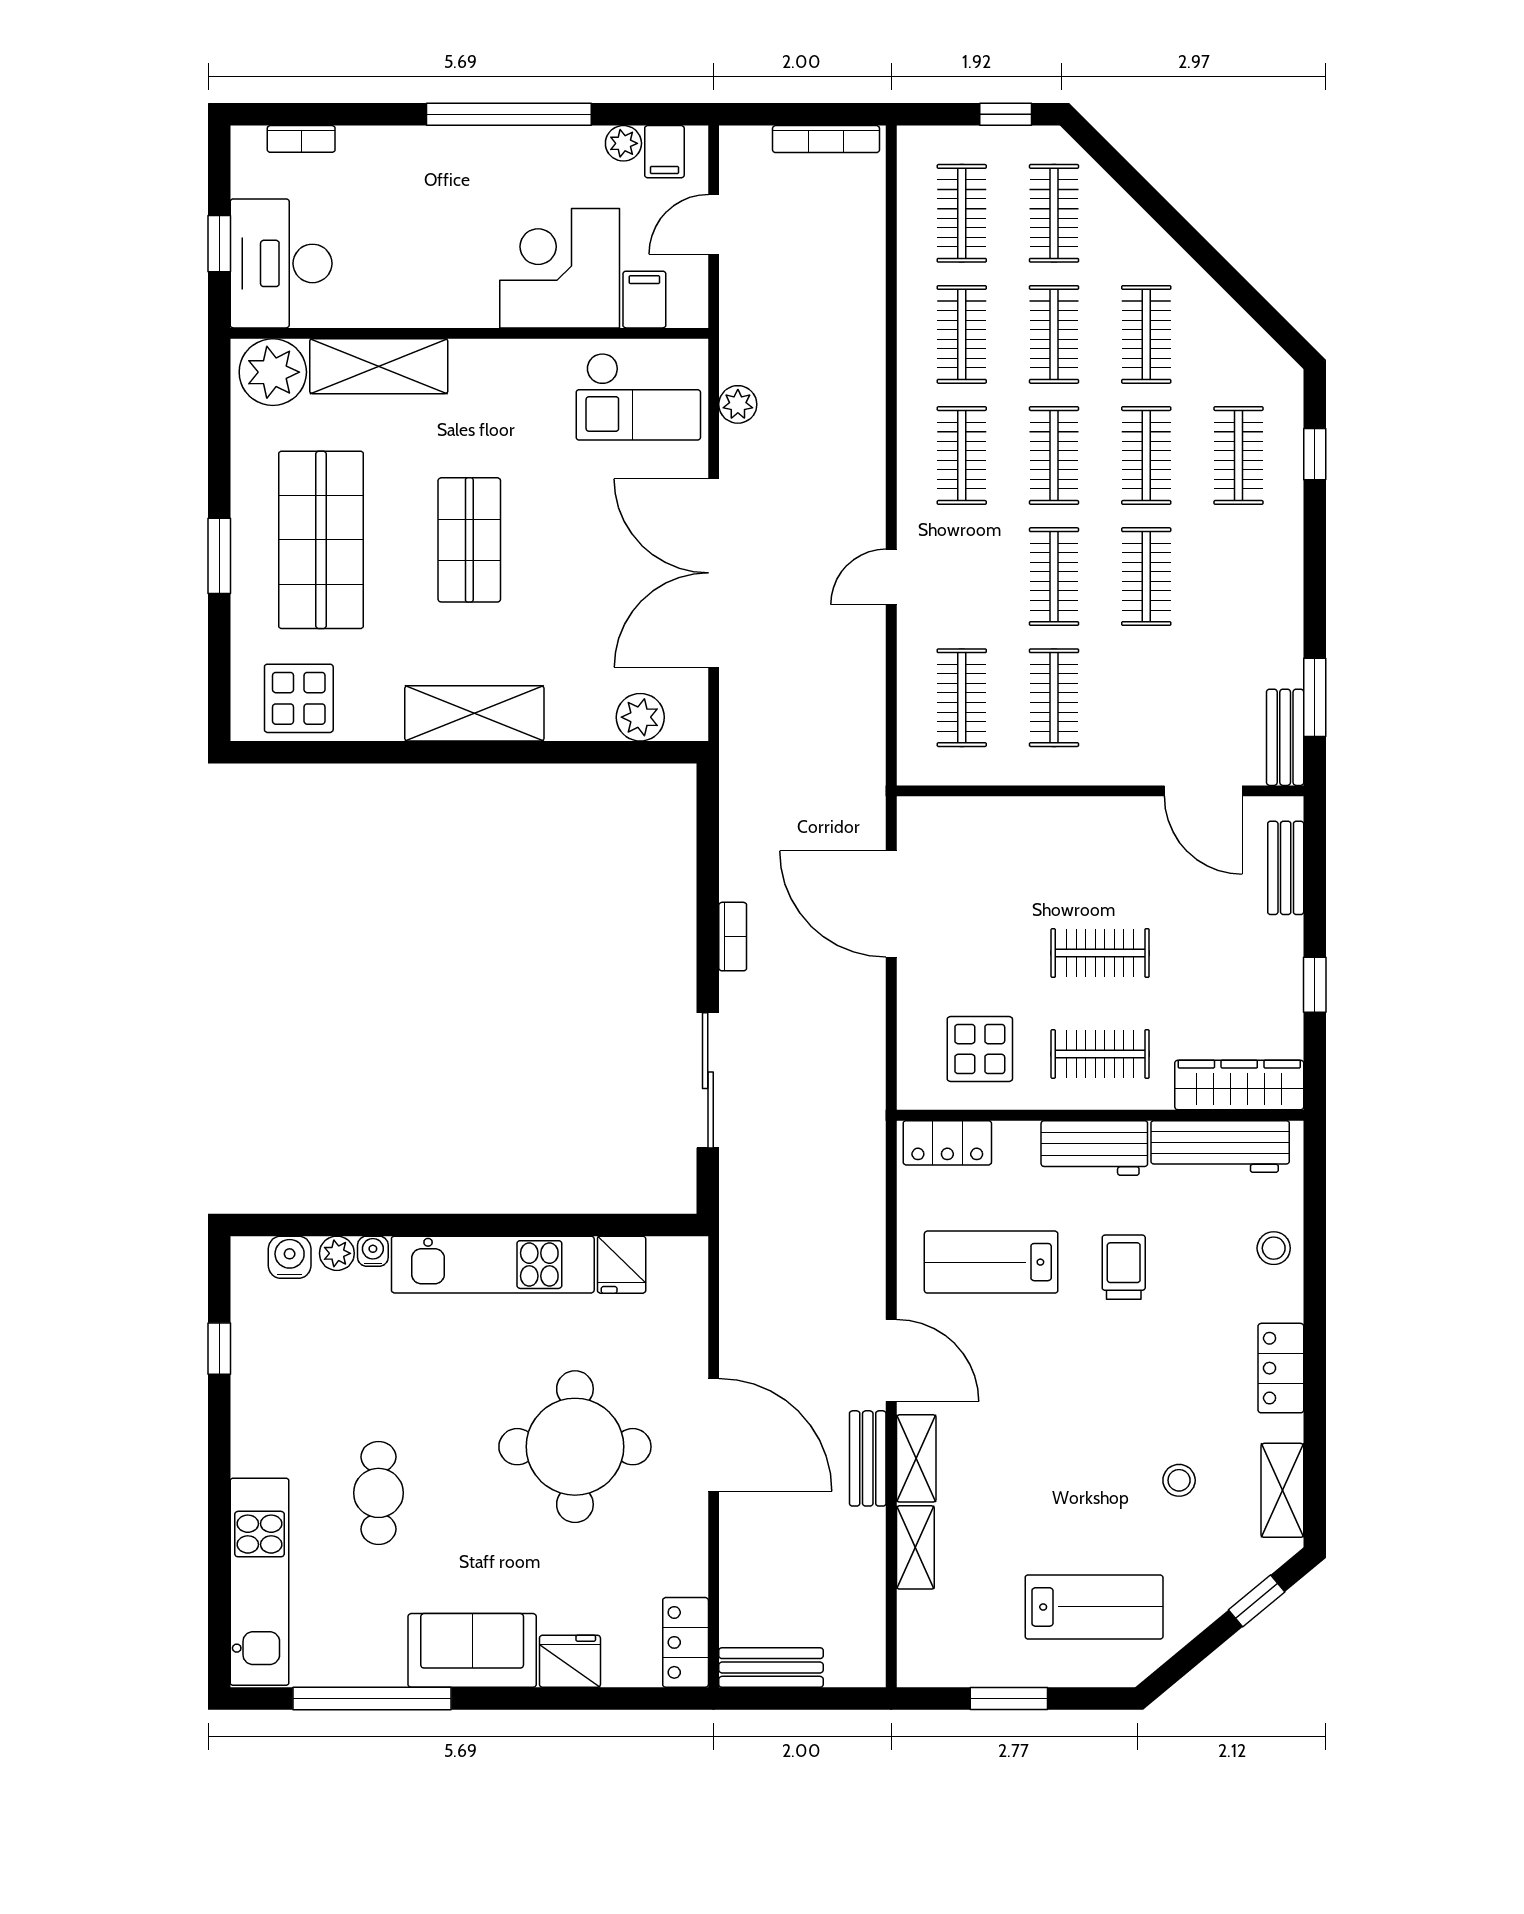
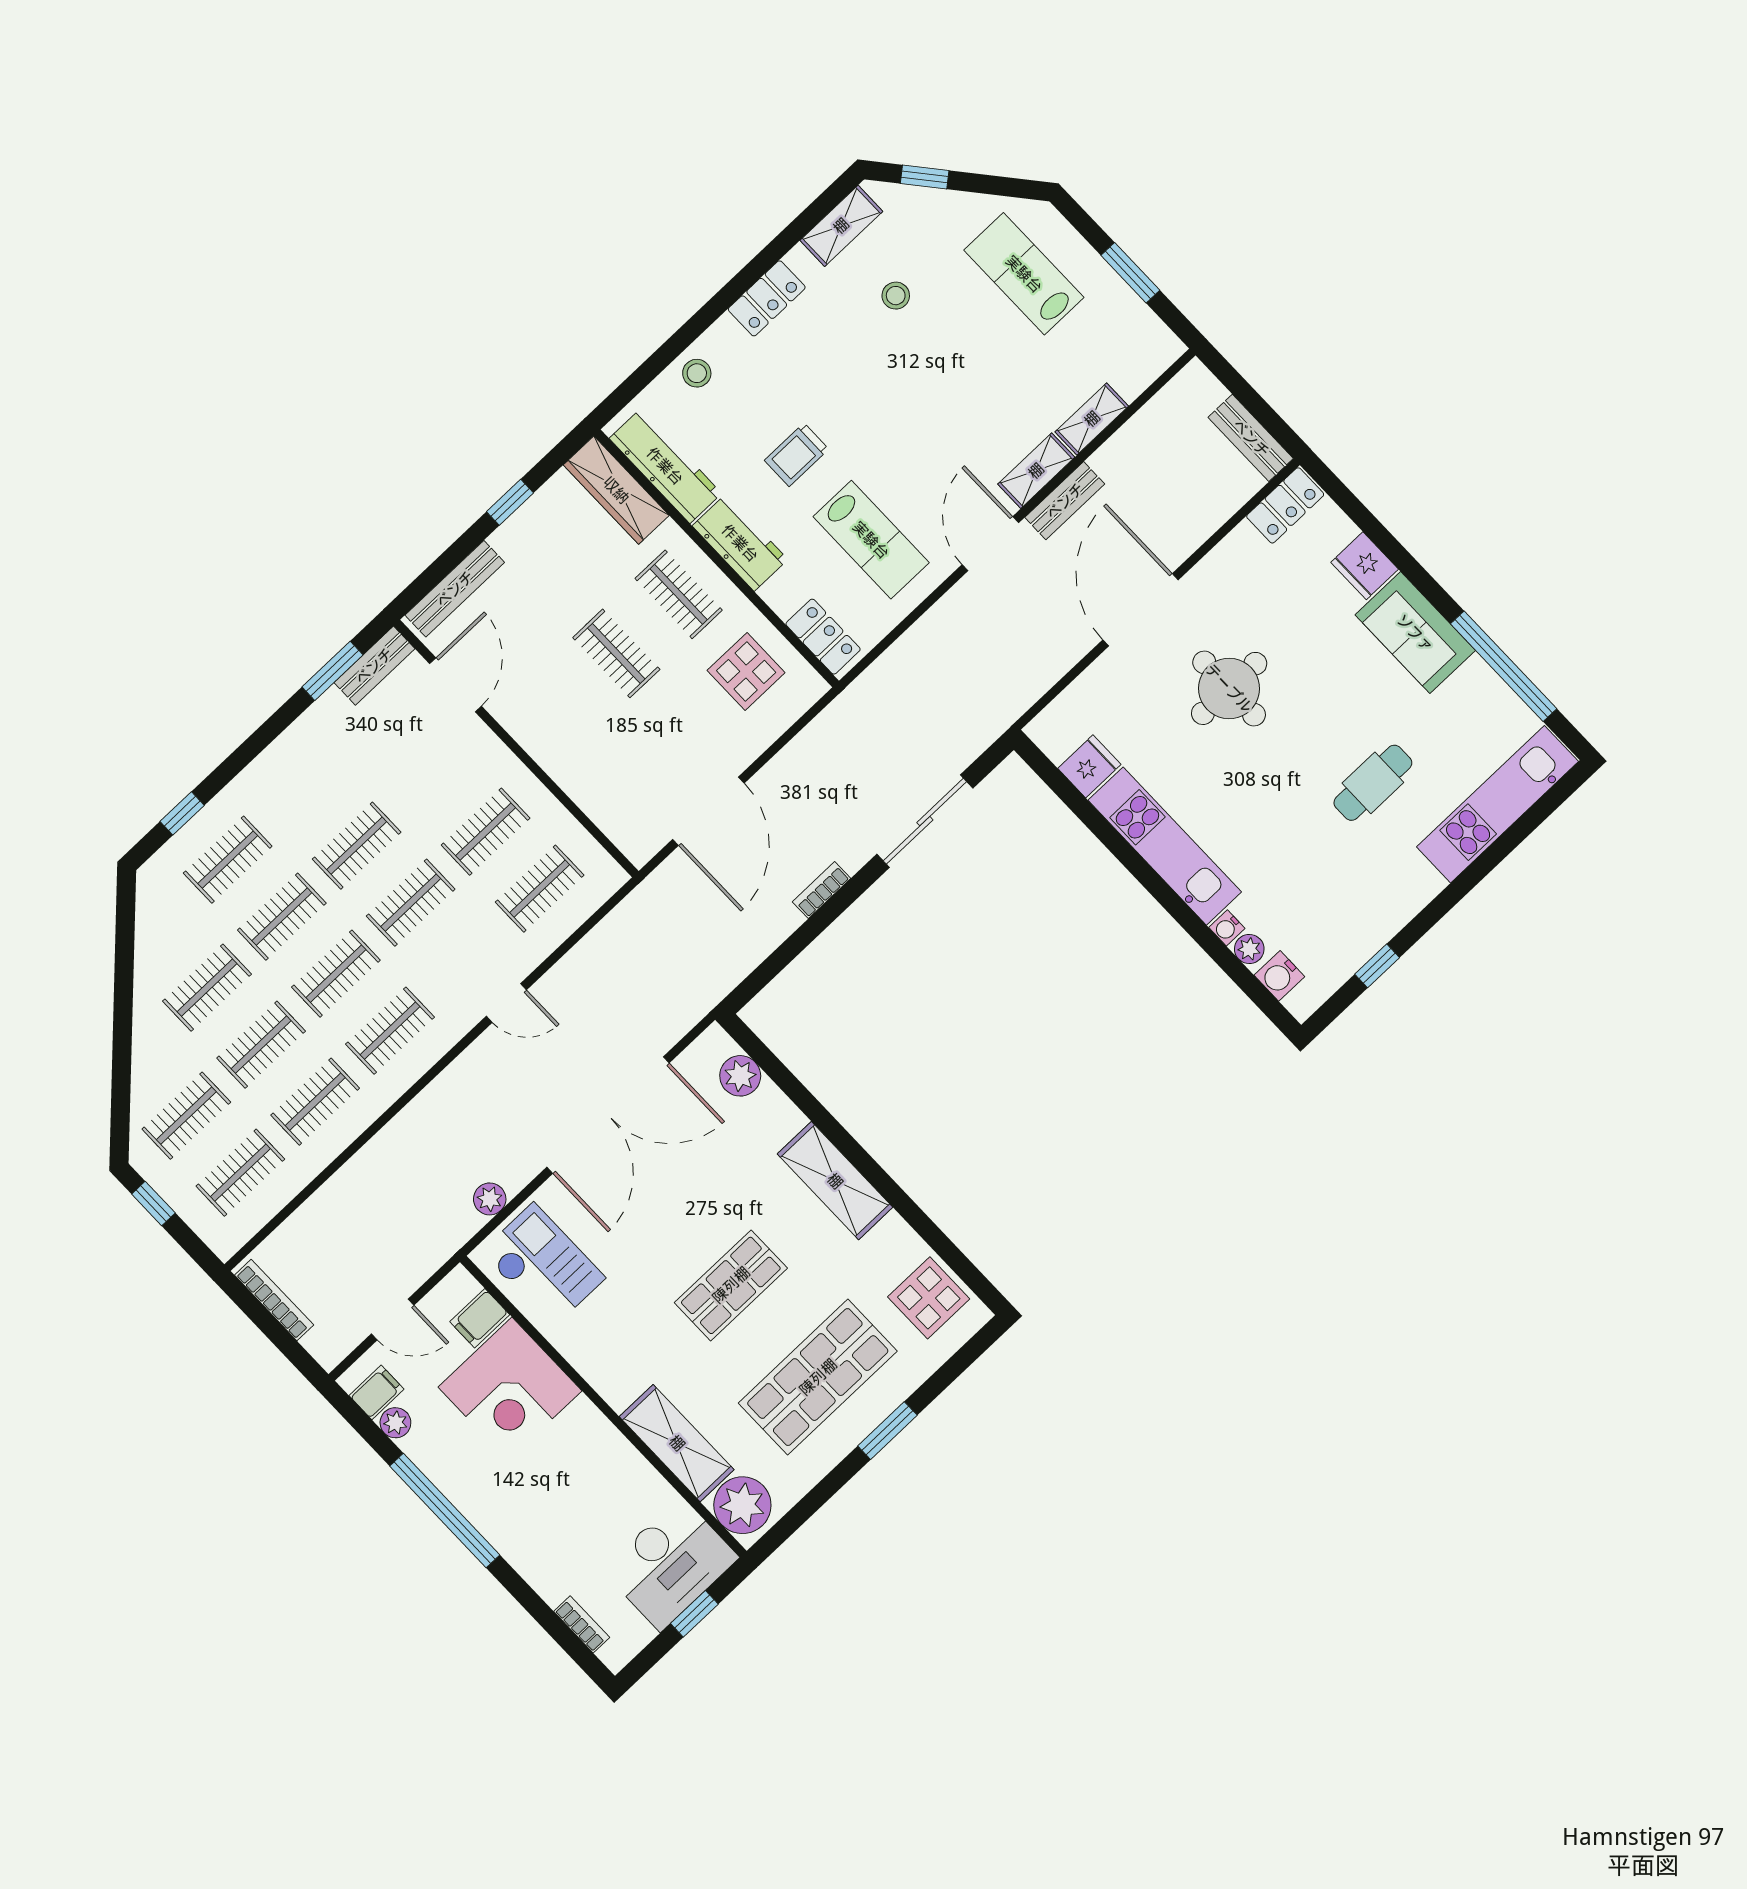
bench: (1286, 868) -> (455, 589), width x1.36
round table: (575, 1447) -> (1229, 688), width x0.73, depth x0.73

